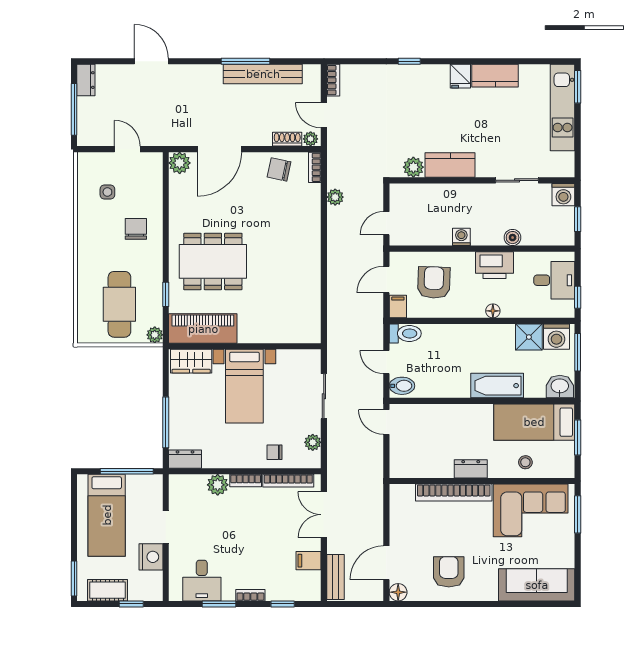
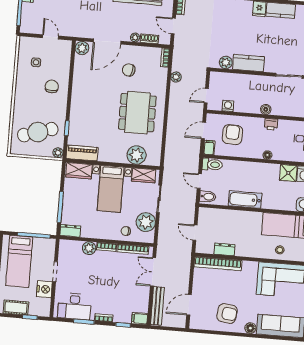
plant: (311, 139) -> (135, 37), moved
chair: (279, 169) -> (129, 70), moved
washing machine: (461, 237) -> (228, 106), moved
boiler: (513, 238) -> (266, 109), moved
dining table: (213, 261) -> (137, 113), moved, turned 90
printer: (495, 265) -> (271, 124), width x0.53, depth x0.68
cafe table: (119, 304) -> (38, 132), turned 73
plant: (282, 328) -> (136, 155), added
piano: (203, 329) -> (82, 153), width x0.73, depth x0.75
wardrobe: (296, 360) -> (144, 175), added
bathtub: (497, 386) -> (245, 200), moved
door: (386, 422) -> (195, 233), moved
plant: (313, 442) -> (146, 222), width x1.88, depth x1.88
dresser: (471, 469) -> (224, 249), moved
bookcase: (454, 493) -> (218, 264), moved
filing cabinet: (309, 561) -> (140, 319), moved
armchair: (449, 572) -> (227, 313), turned 97
bench: (335, 577) -> (157, 306), width x1.36
desk: (202, 581) -> (74, 306), width x1.37
floor lamp: (398, 592) -> (250, 328), moved

